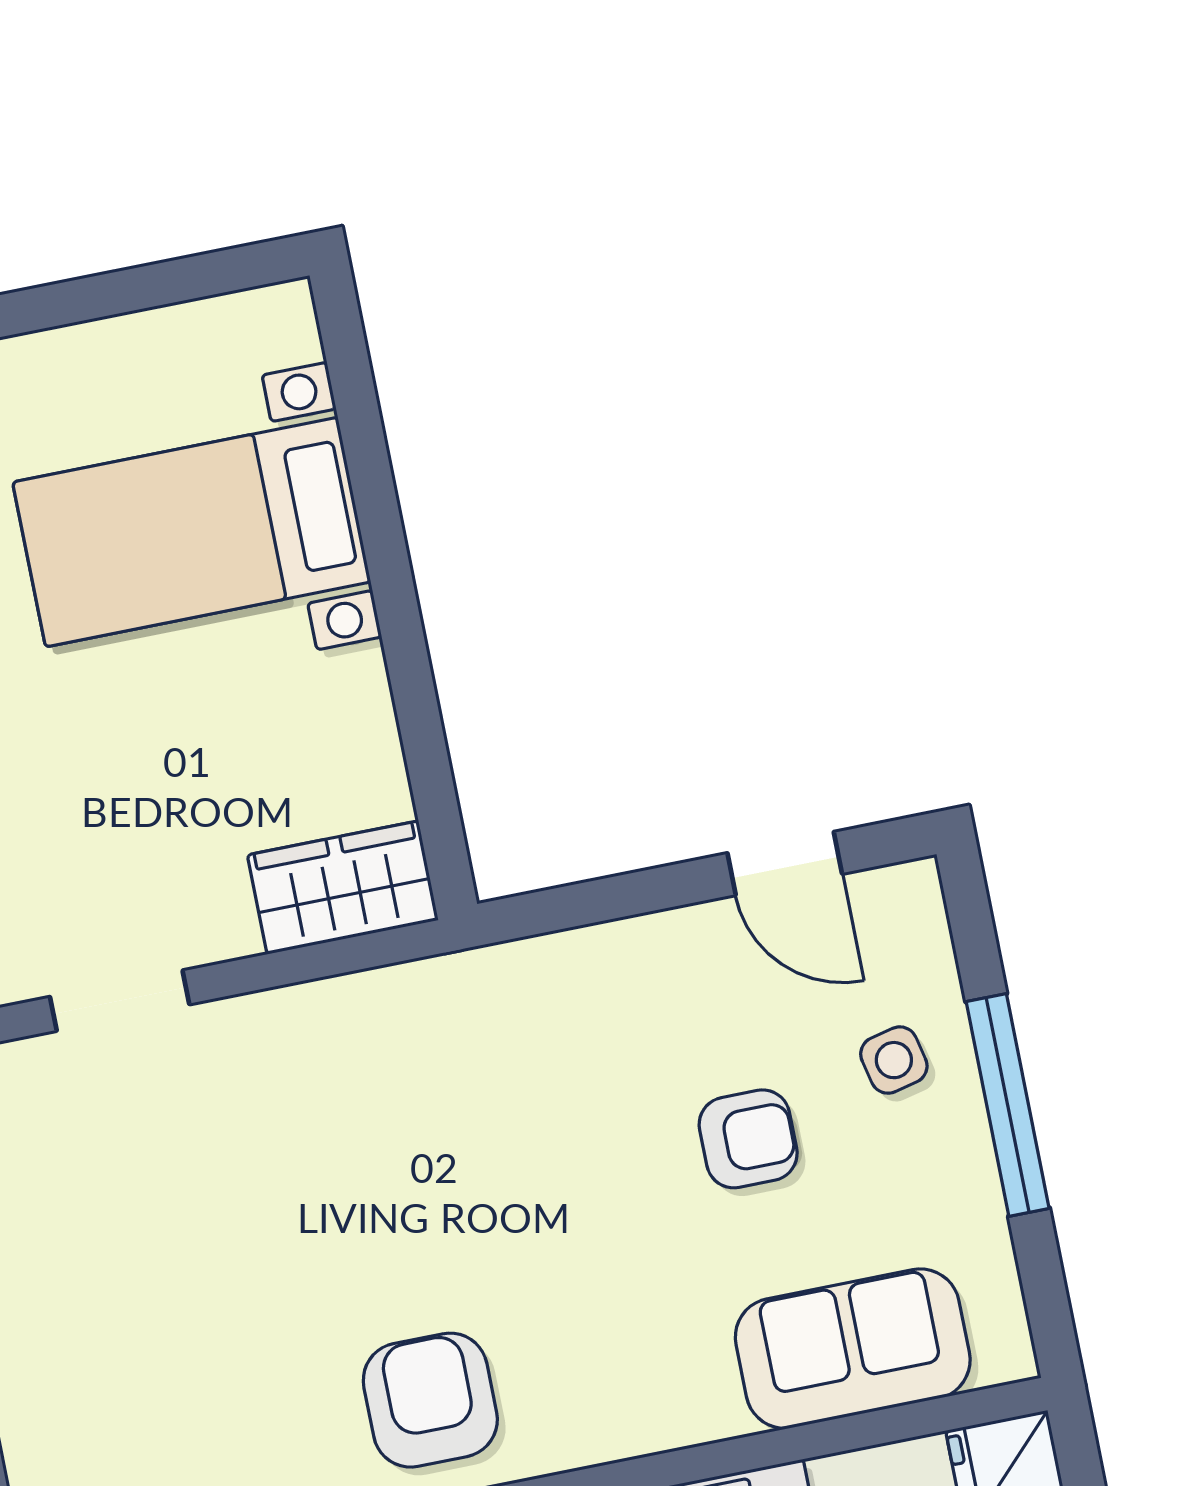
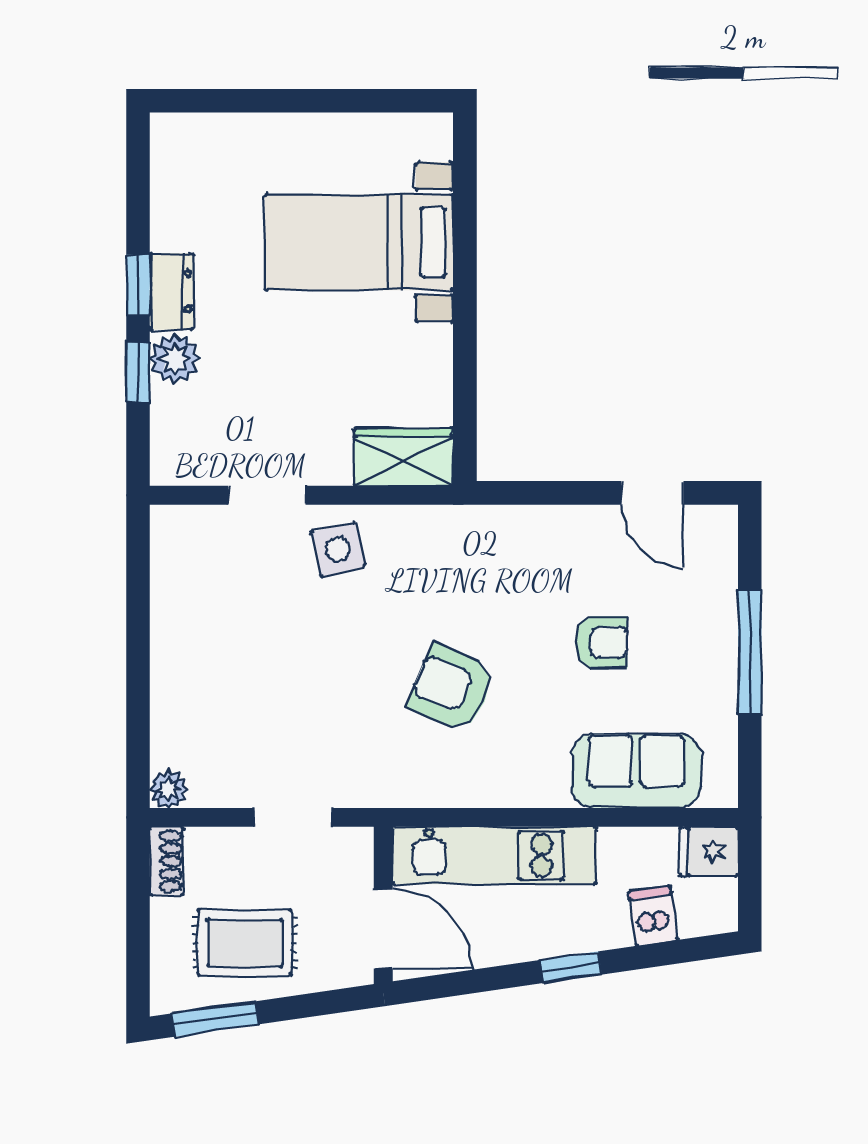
side table: (894, 1060) -> (338, 549), moved, width x1.37, depth x1.37
armchair: (430, 1400) -> (452, 688), moved, turned -67

